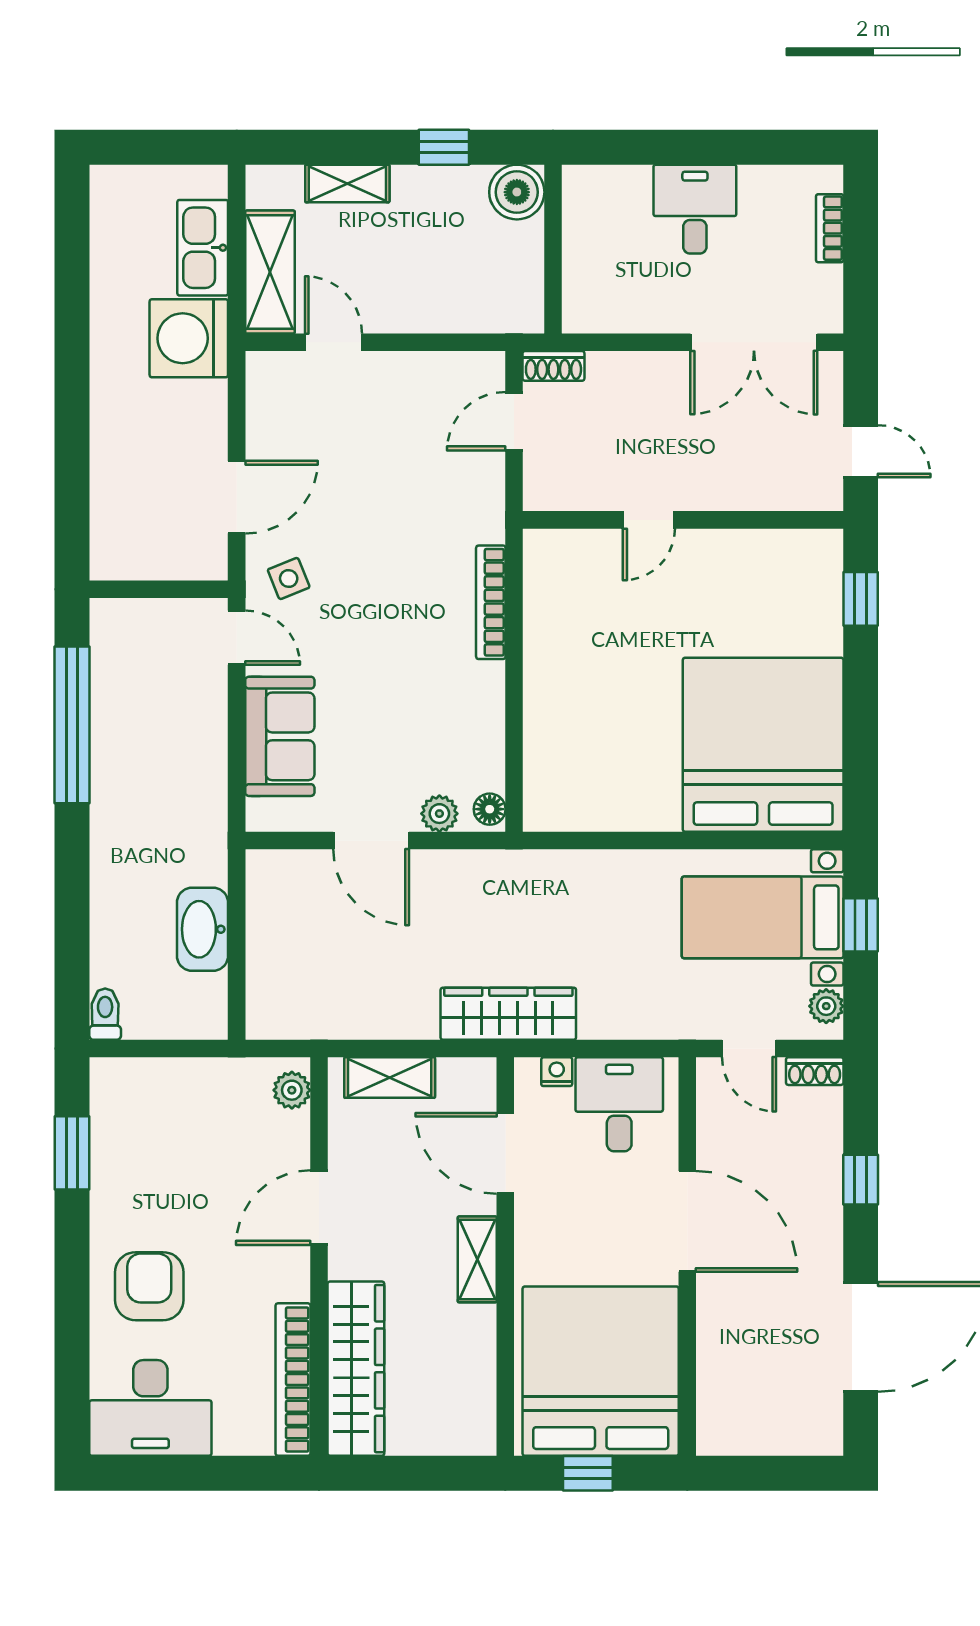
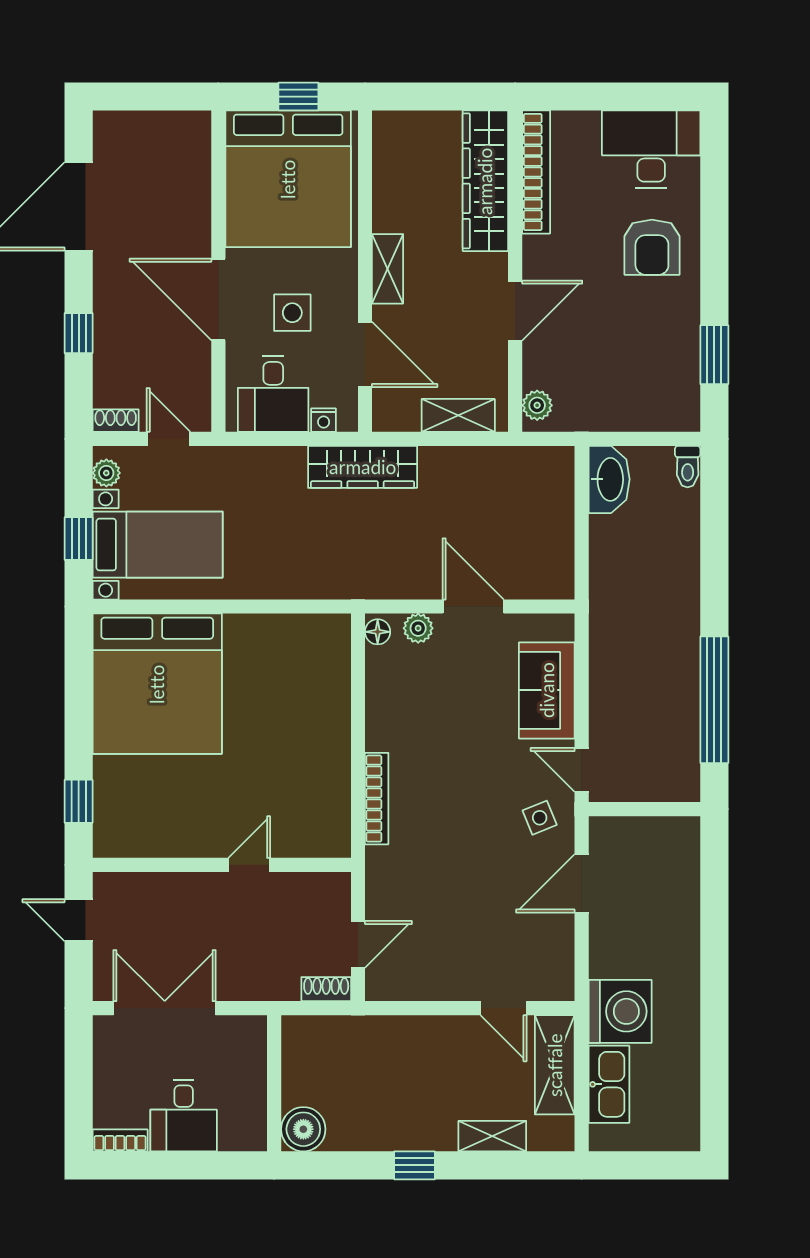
boiler: (517, 192) -> (303, 1129), moved
desk: (695, 209) -> (184, 1115), moved
bookcase: (830, 228) -> (120, 1140), moved, turned -90
wall: (553, 249) -> (274, 1083), moved
washbasin: (202, 929) -> (609, 479), moved
side table: (595, 1205) -> (292, 313), added

